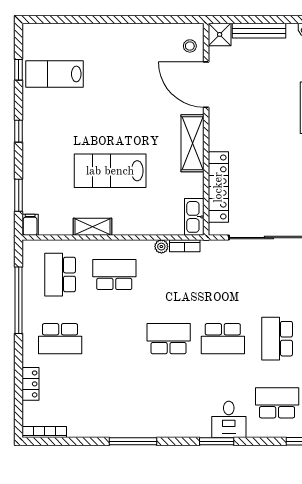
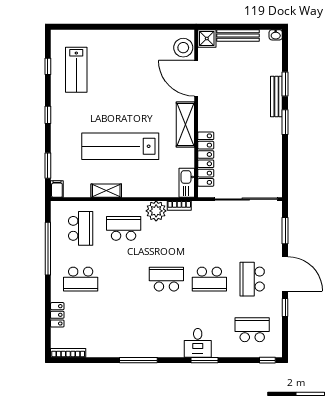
stool: (190, 46) -> (183, 48), width x1.89, depth x1.89
lab bench: (55, 74) -> (76, 70), turned -90
lab bench: (110, 171) -> (120, 146), width x1.36
plant: (161, 247) -> (156, 211), width x1.87, depth x1.87
school desk: (60, 275) -> (81, 228), turned 180
desk: (229, 419) -> (198, 343), moved

